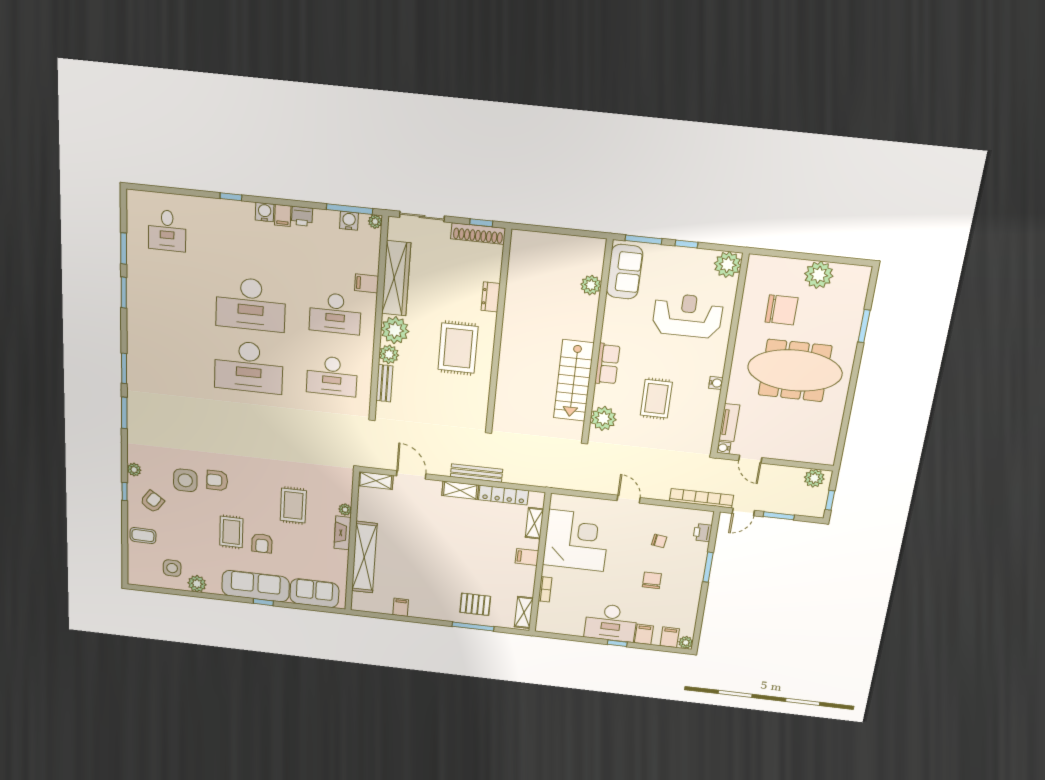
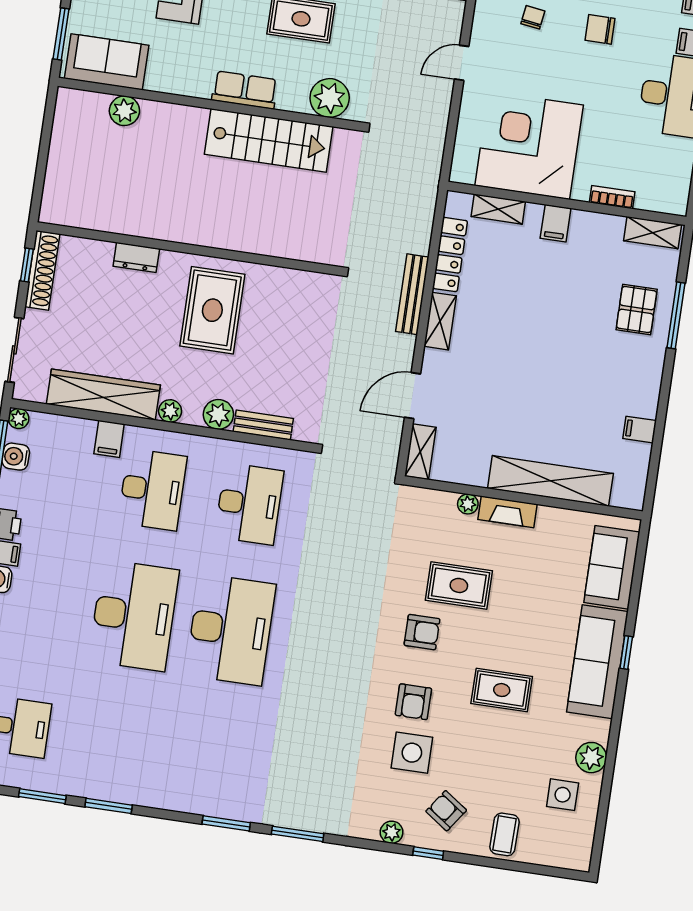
plant: (395, 330) -> (170, 411), width x0.53, depth x0.53
rug: (458, 348) -> (212, 310), turned 90
armchair: (262, 543) -> (422, 632), moved

